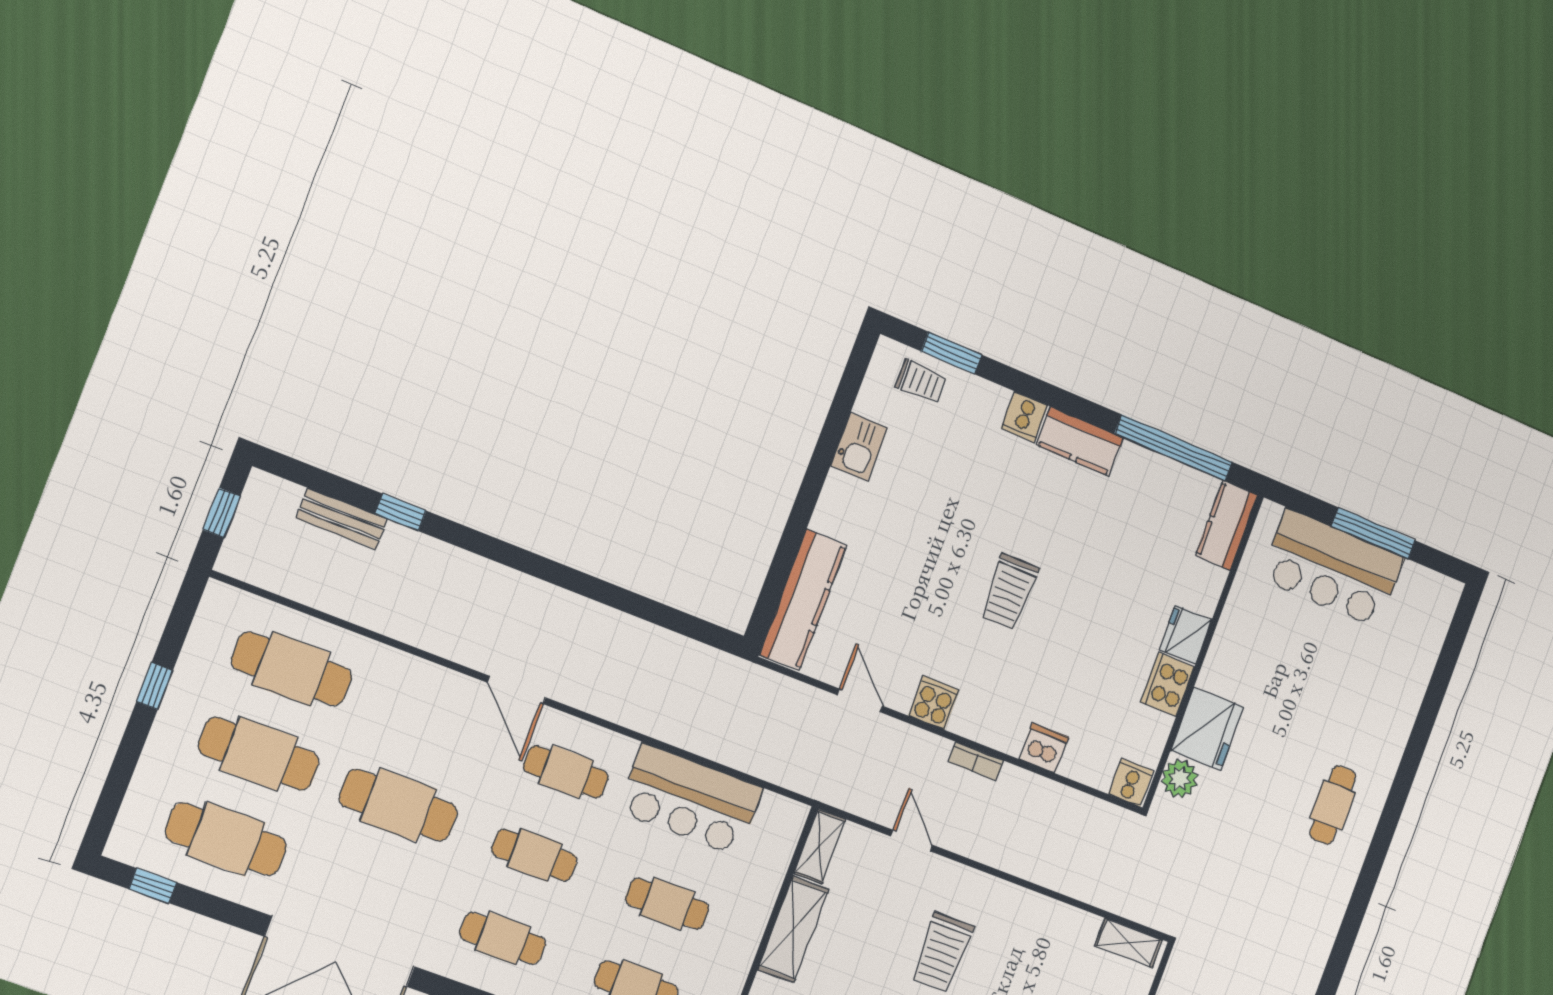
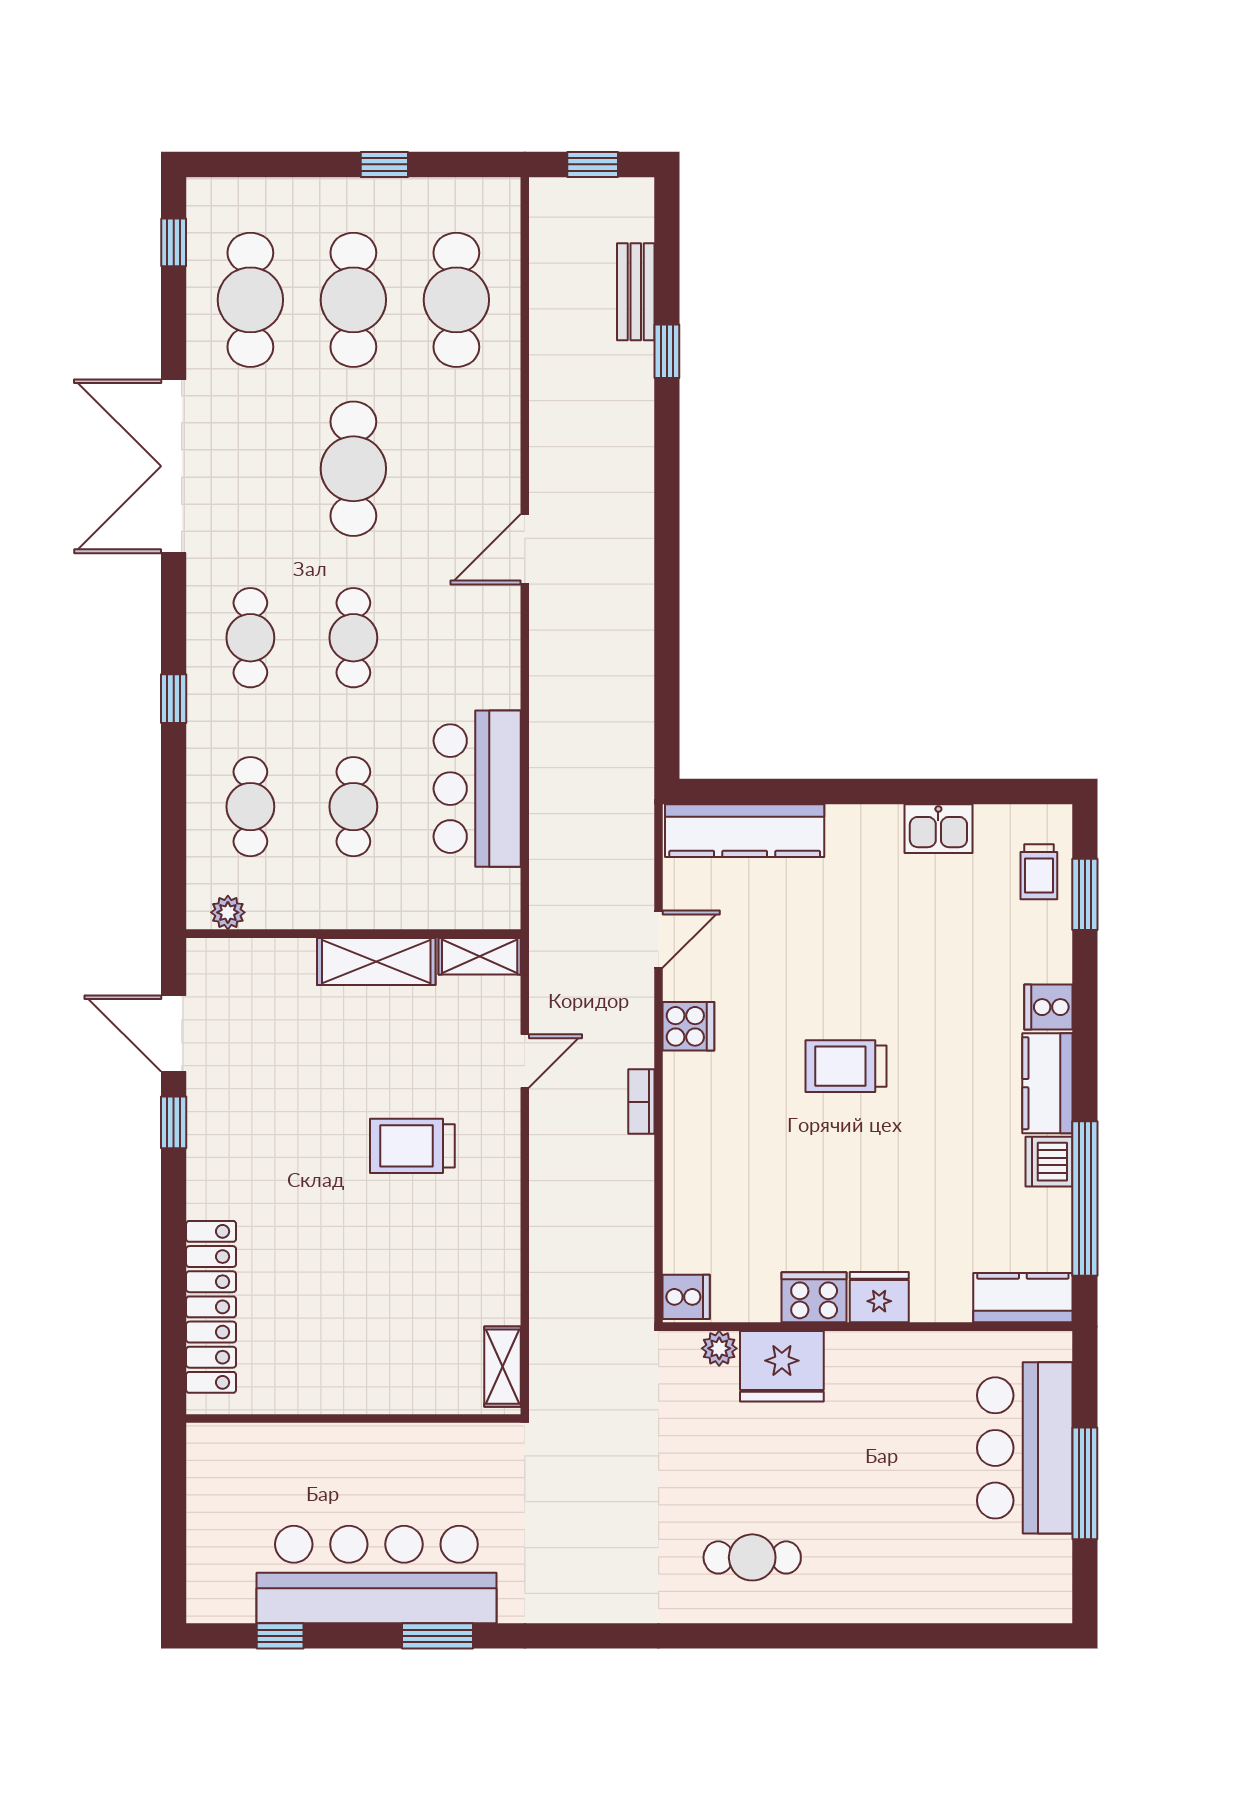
dishwasher: (1044, 748) -> (1049, 1162), moved, turned 180
cafe table: (566, 772) -> (456, 638), removed
plant: (1180, 779) -> (719, 1348), width x0.73, depth x0.73

